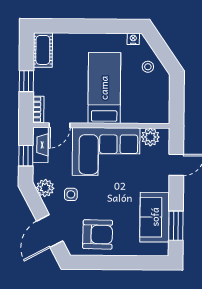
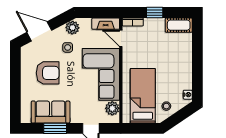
bed: (104, 88) -> (143, 96), moved, turned -90
window: (26, 156) -> (97, 13), removed
window: (176, 226) -> (55, 128), moved
armchair: (98, 234) -> (48, 73), moved, turned -91

